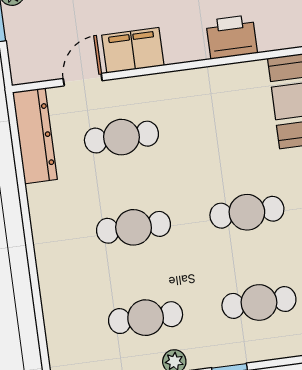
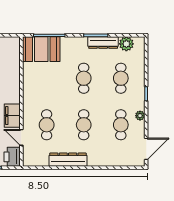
printer: (232, 37) -> (12, 157), moved
dresser: (35, 136) -> (68, 160), moved

